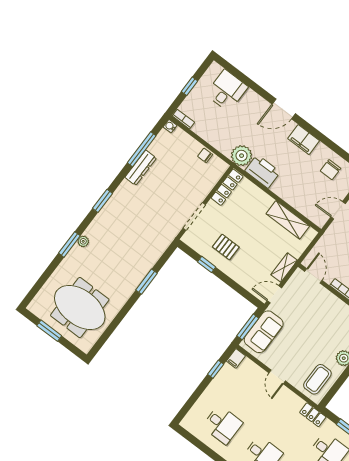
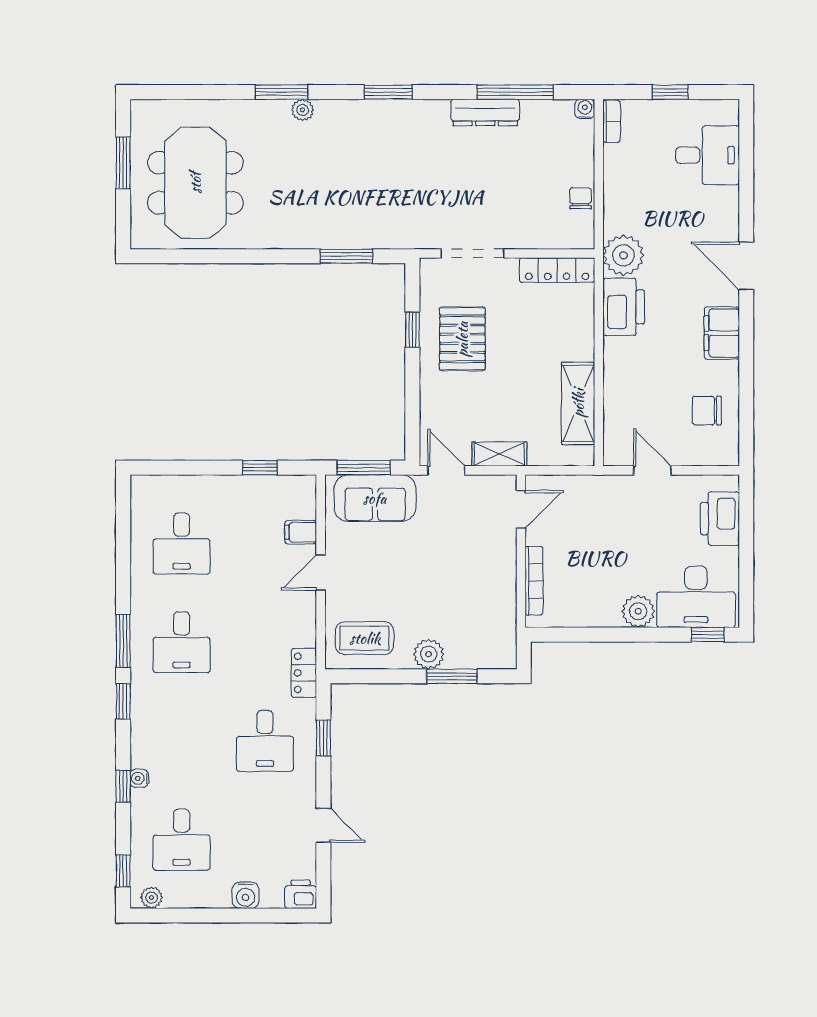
pallet: (226, 247) -> (462, 339), width x1.50, depth x1.42
window: (147, 282) -> (346, 256), moved
filing cabinet: (236, 358) -> (301, 532), moved

